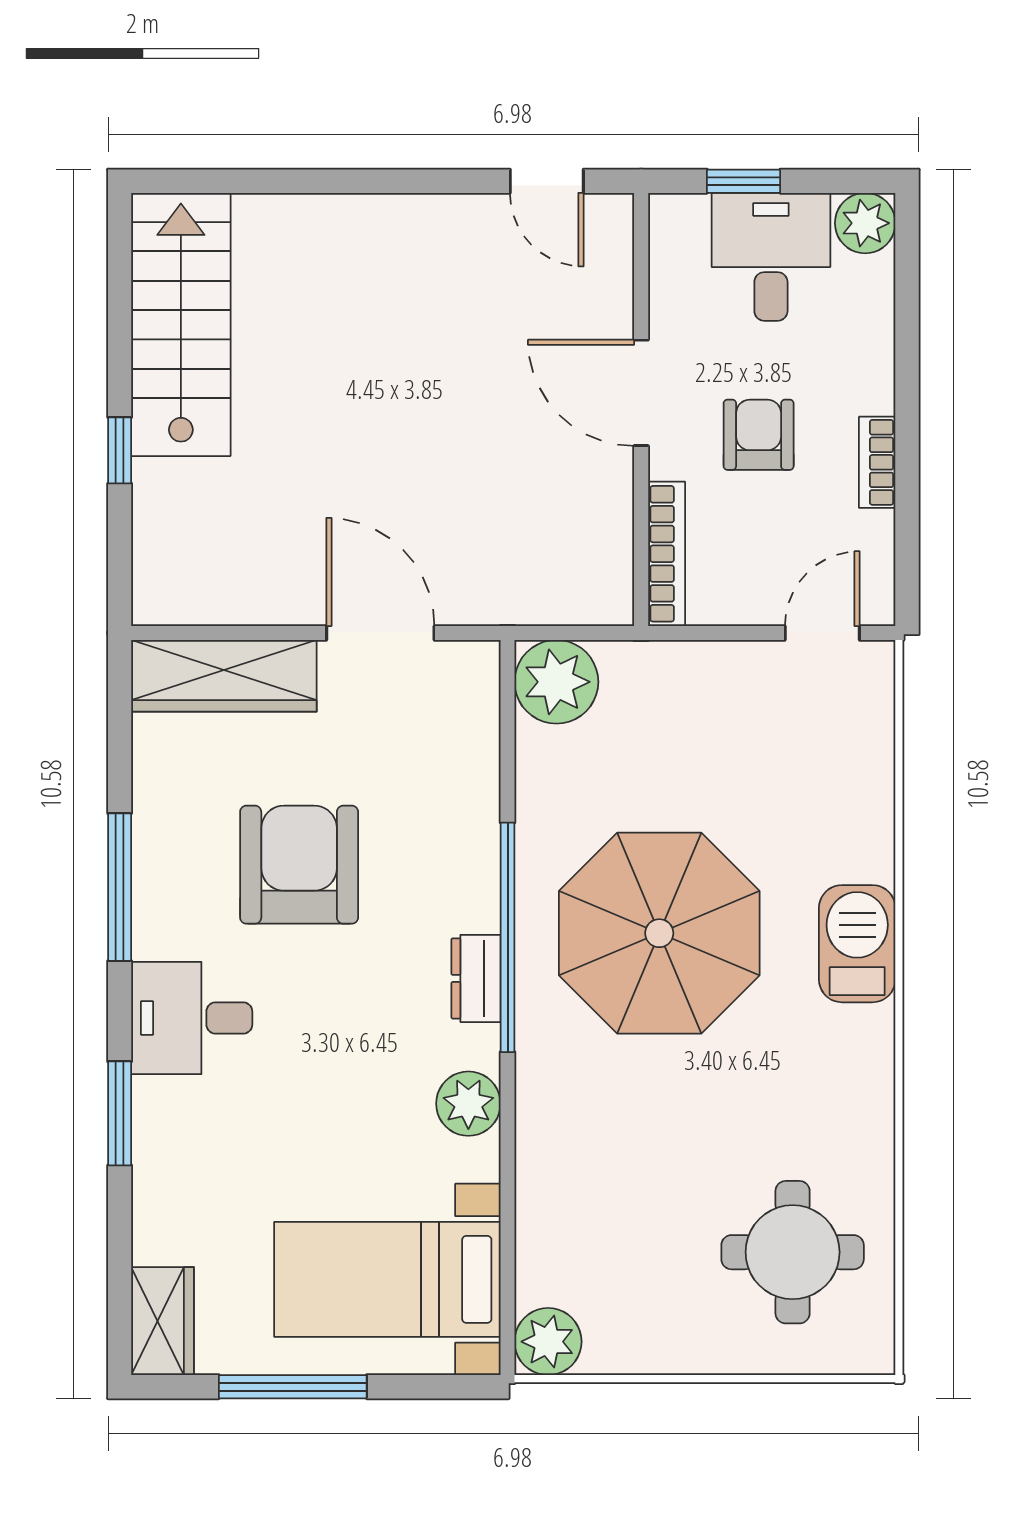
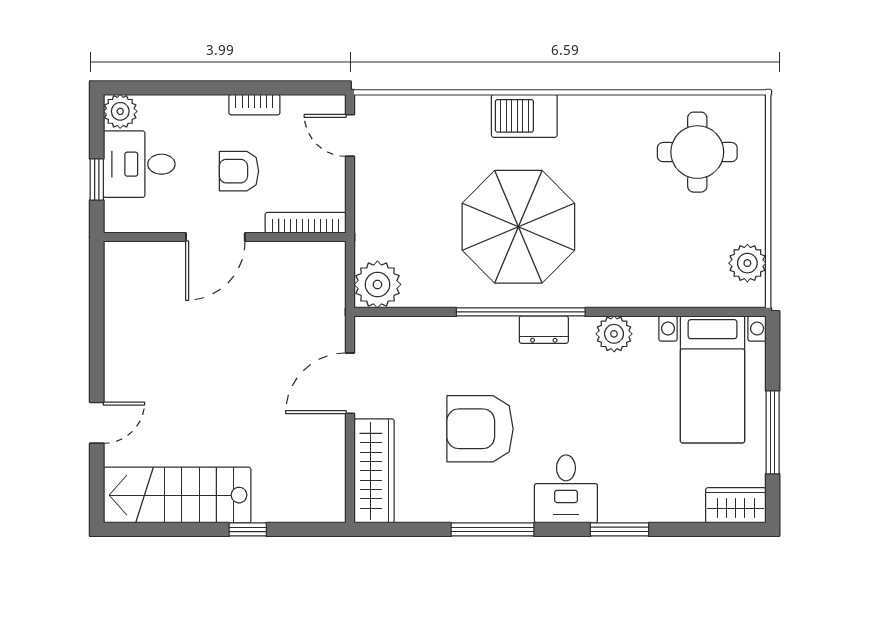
door: (547, 181) -> (97, 423), moved
plant: (548, 1342) -> (747, 263), moved

